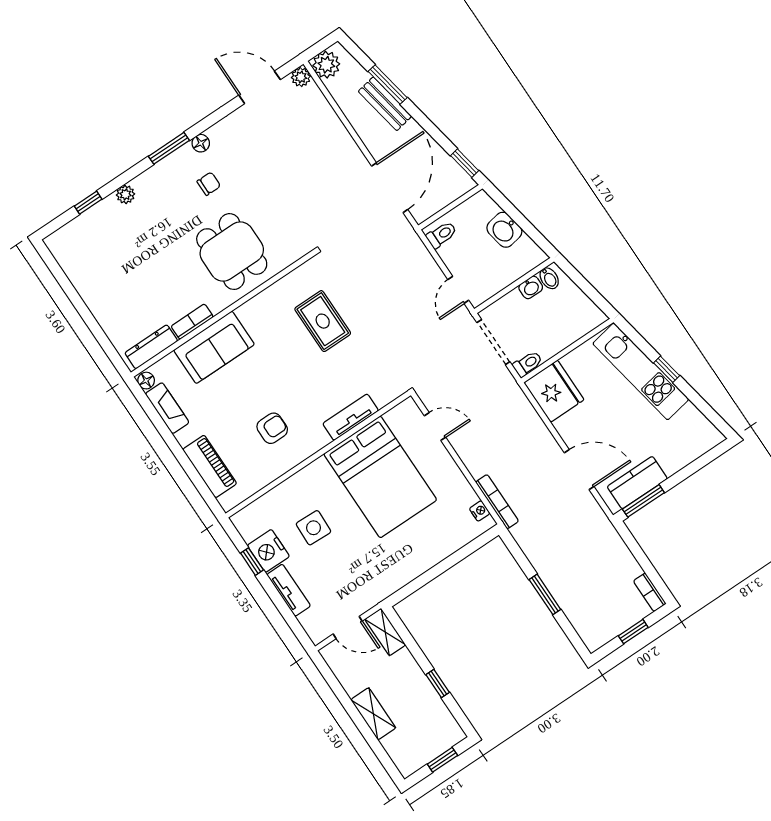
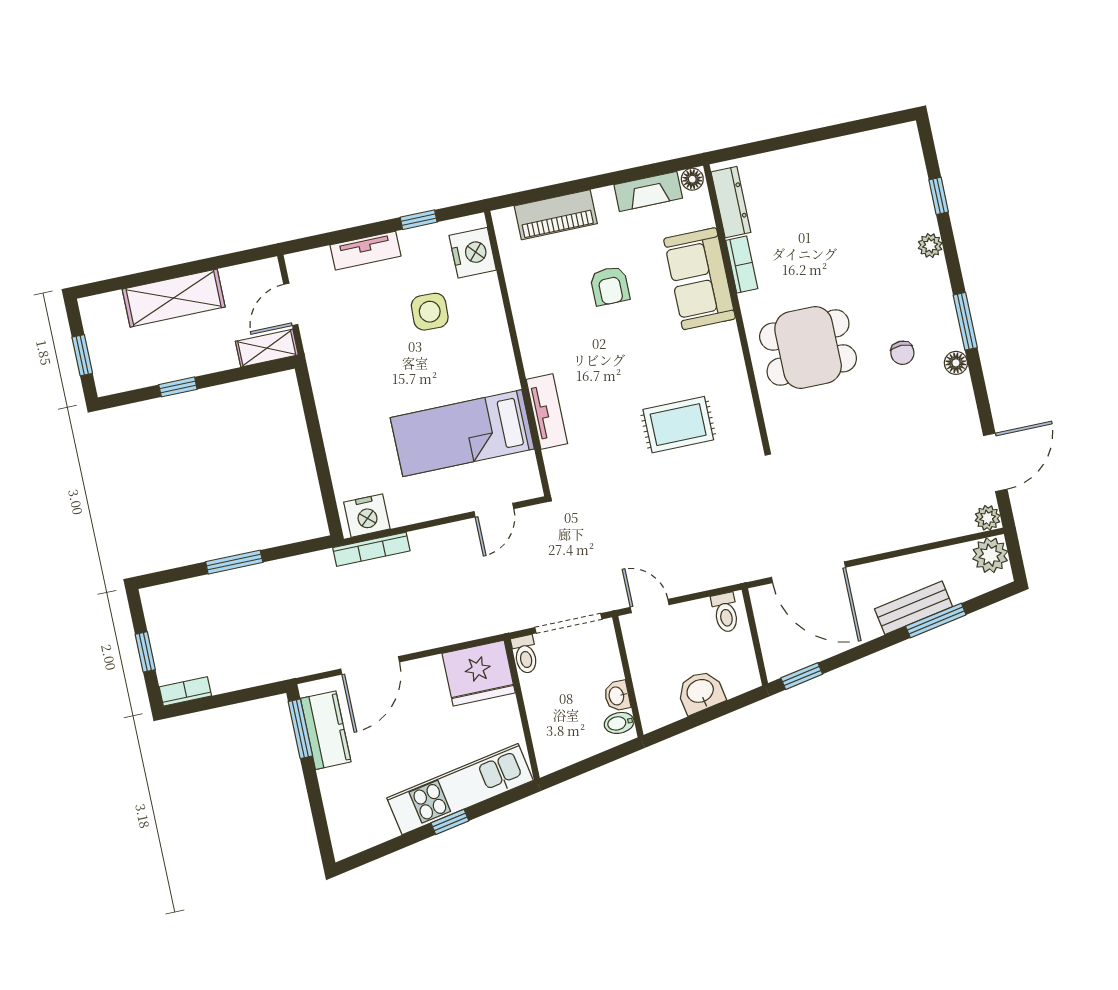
armchair: (272, 428) -> (610, 286), moved
bed: (380, 477) -> (462, 433), width x0.67
nightstand: (480, 511) -> (367, 516), width x1.89, depth x1.79
nightstand: (268, 551) -> (473, 253), moved, turned 90
shelving: (373, 714) -> (174, 298), width x1.50, depth x1.33

